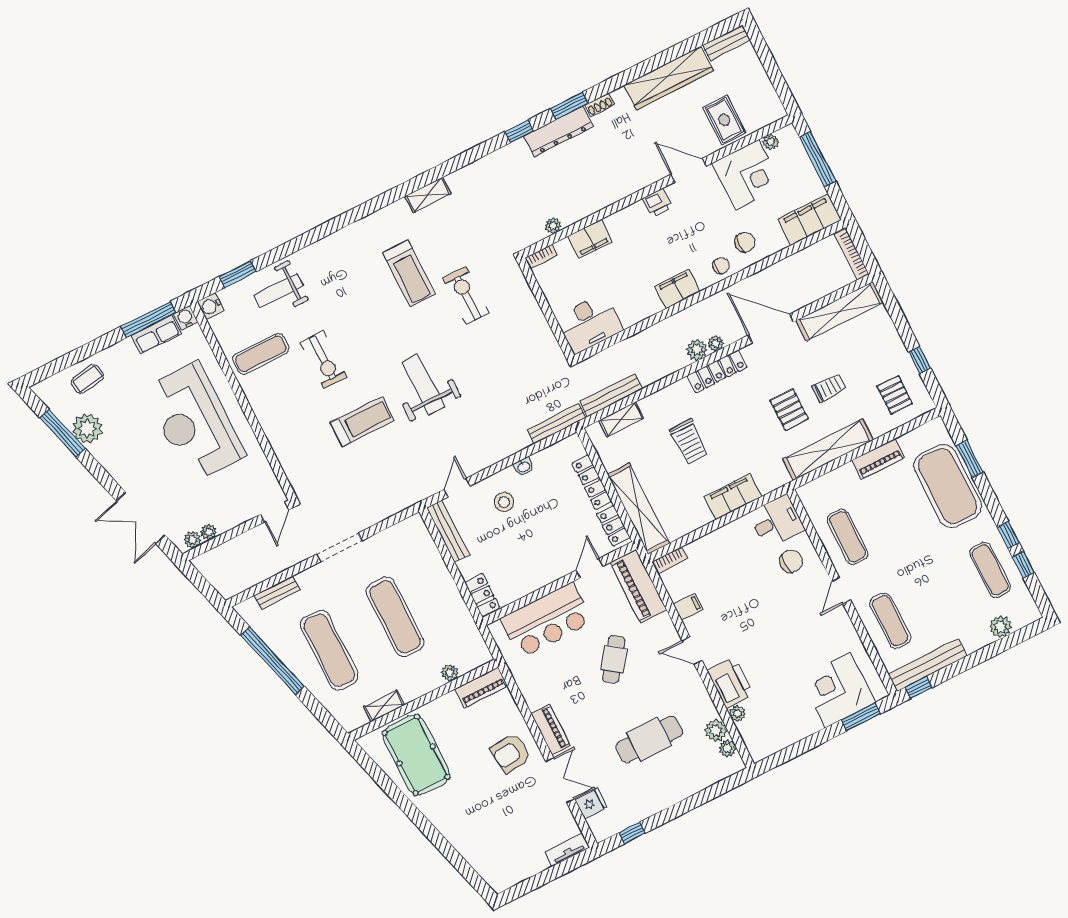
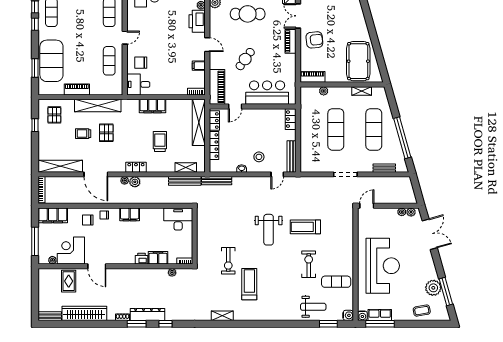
printer: (657, 203) -> (141, 259), moved
locker: (717, 371) -> (136, 167), width x0.66

